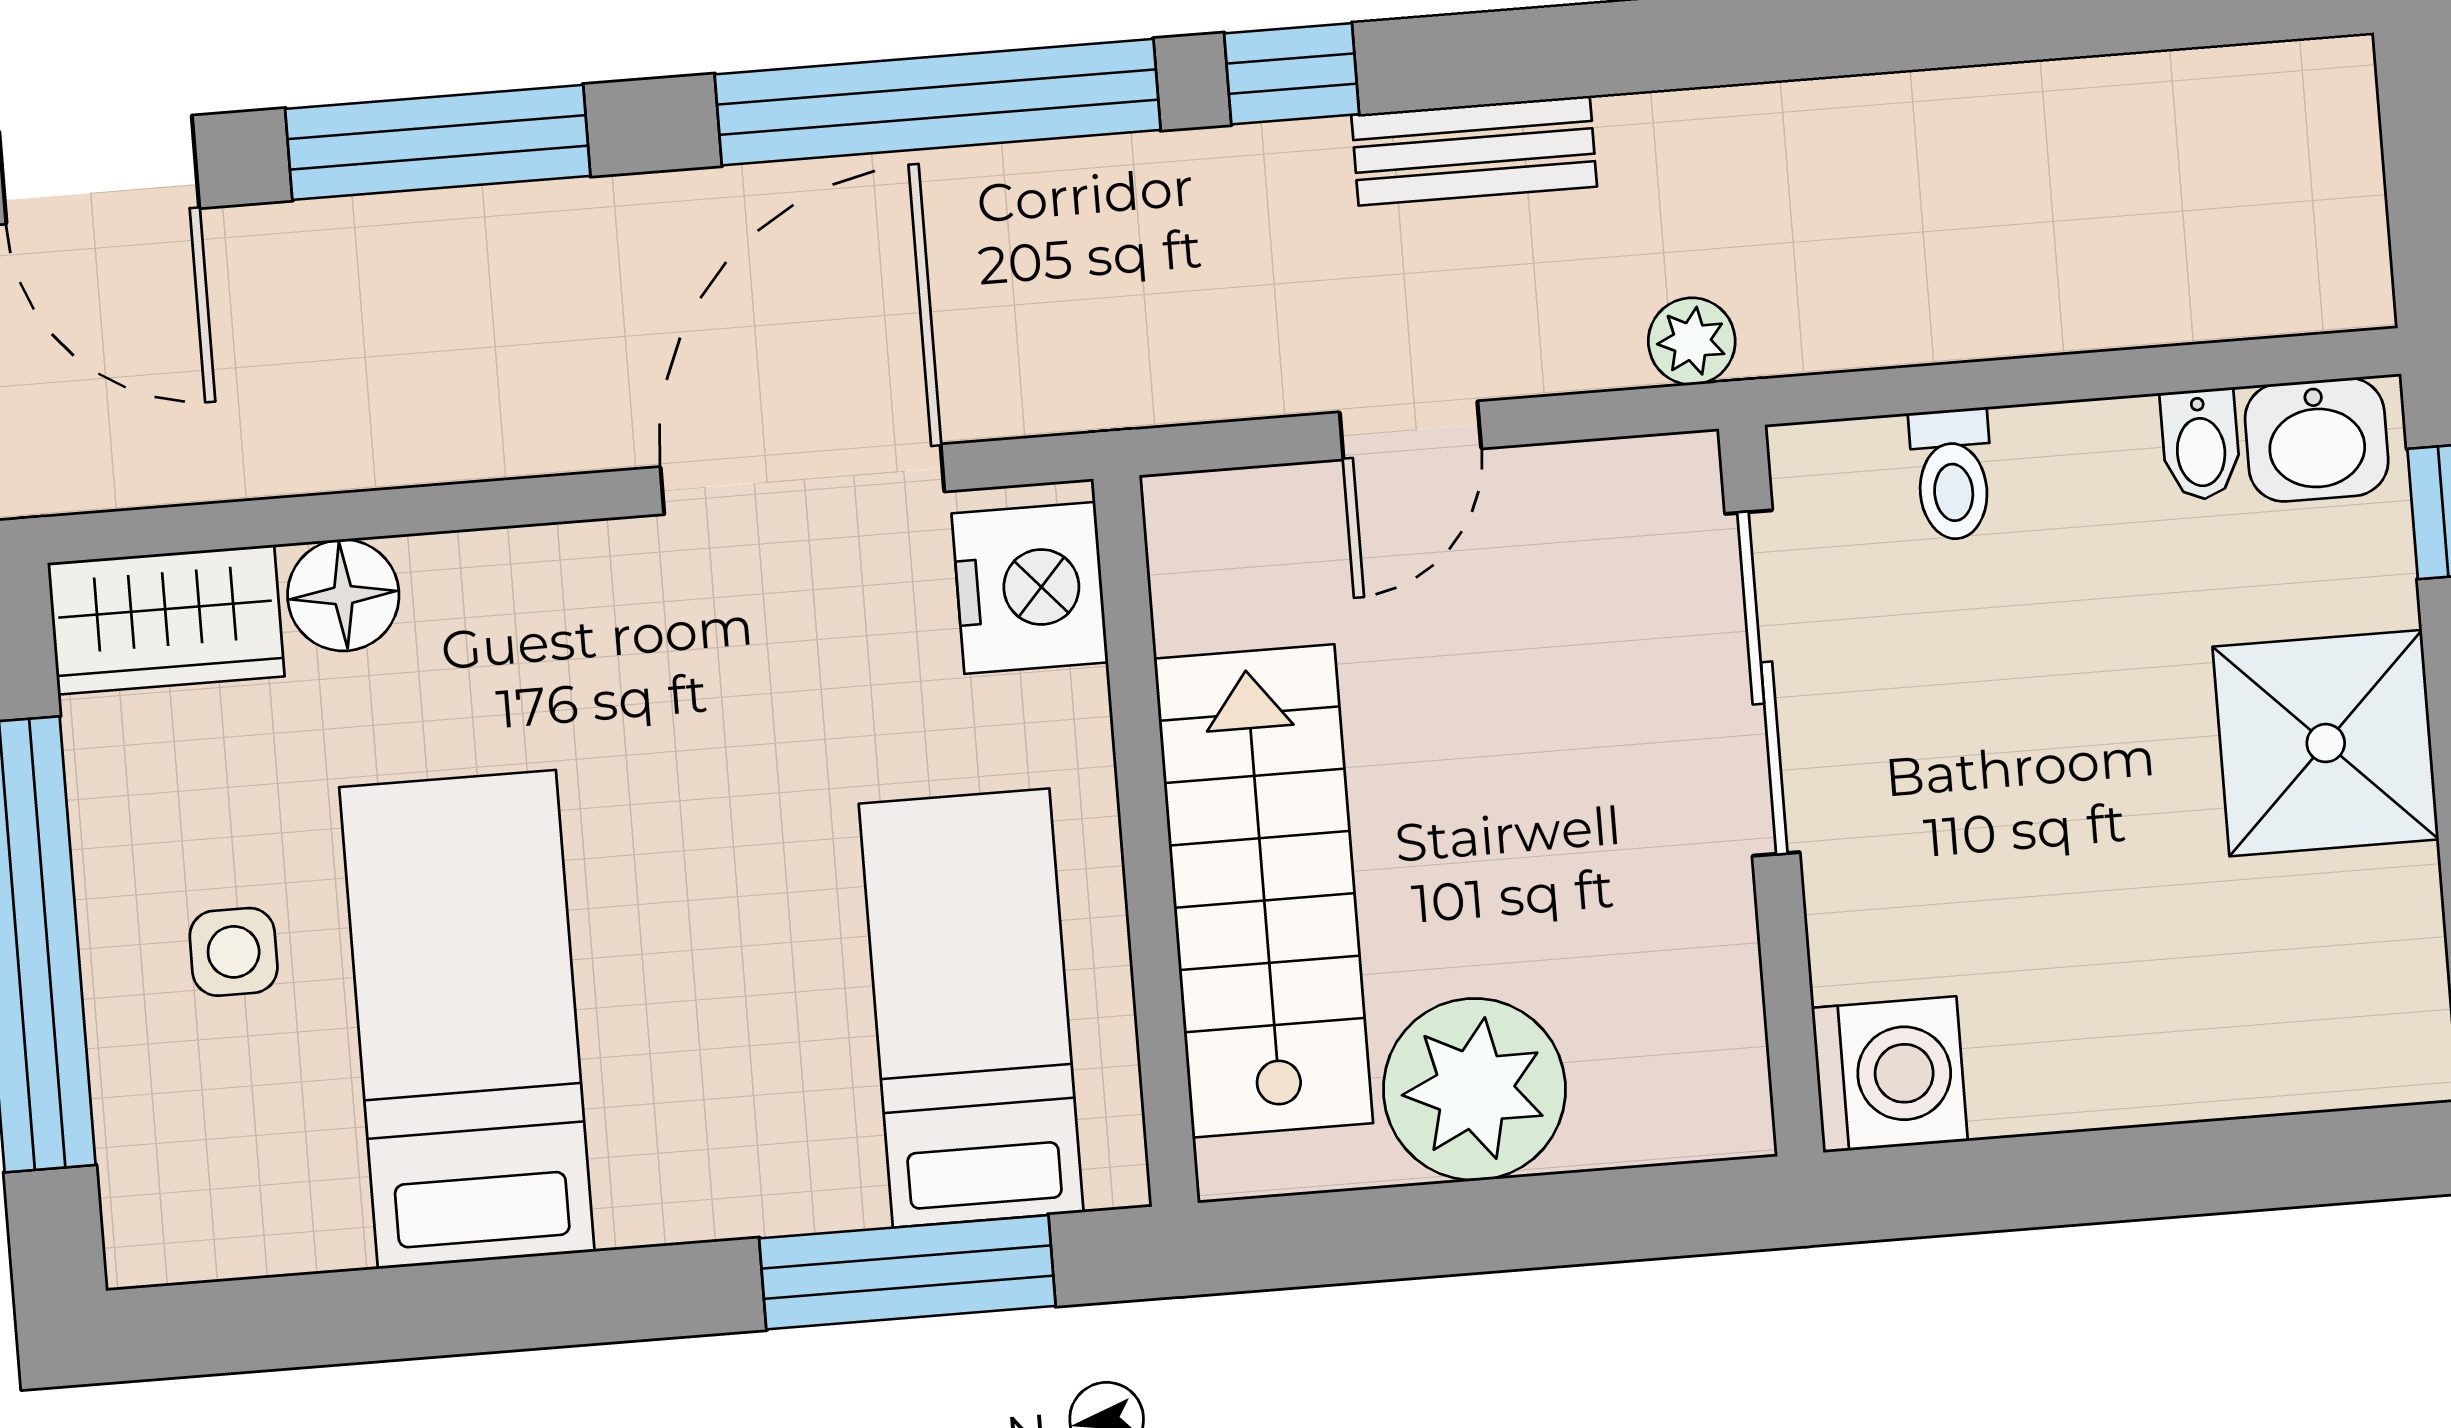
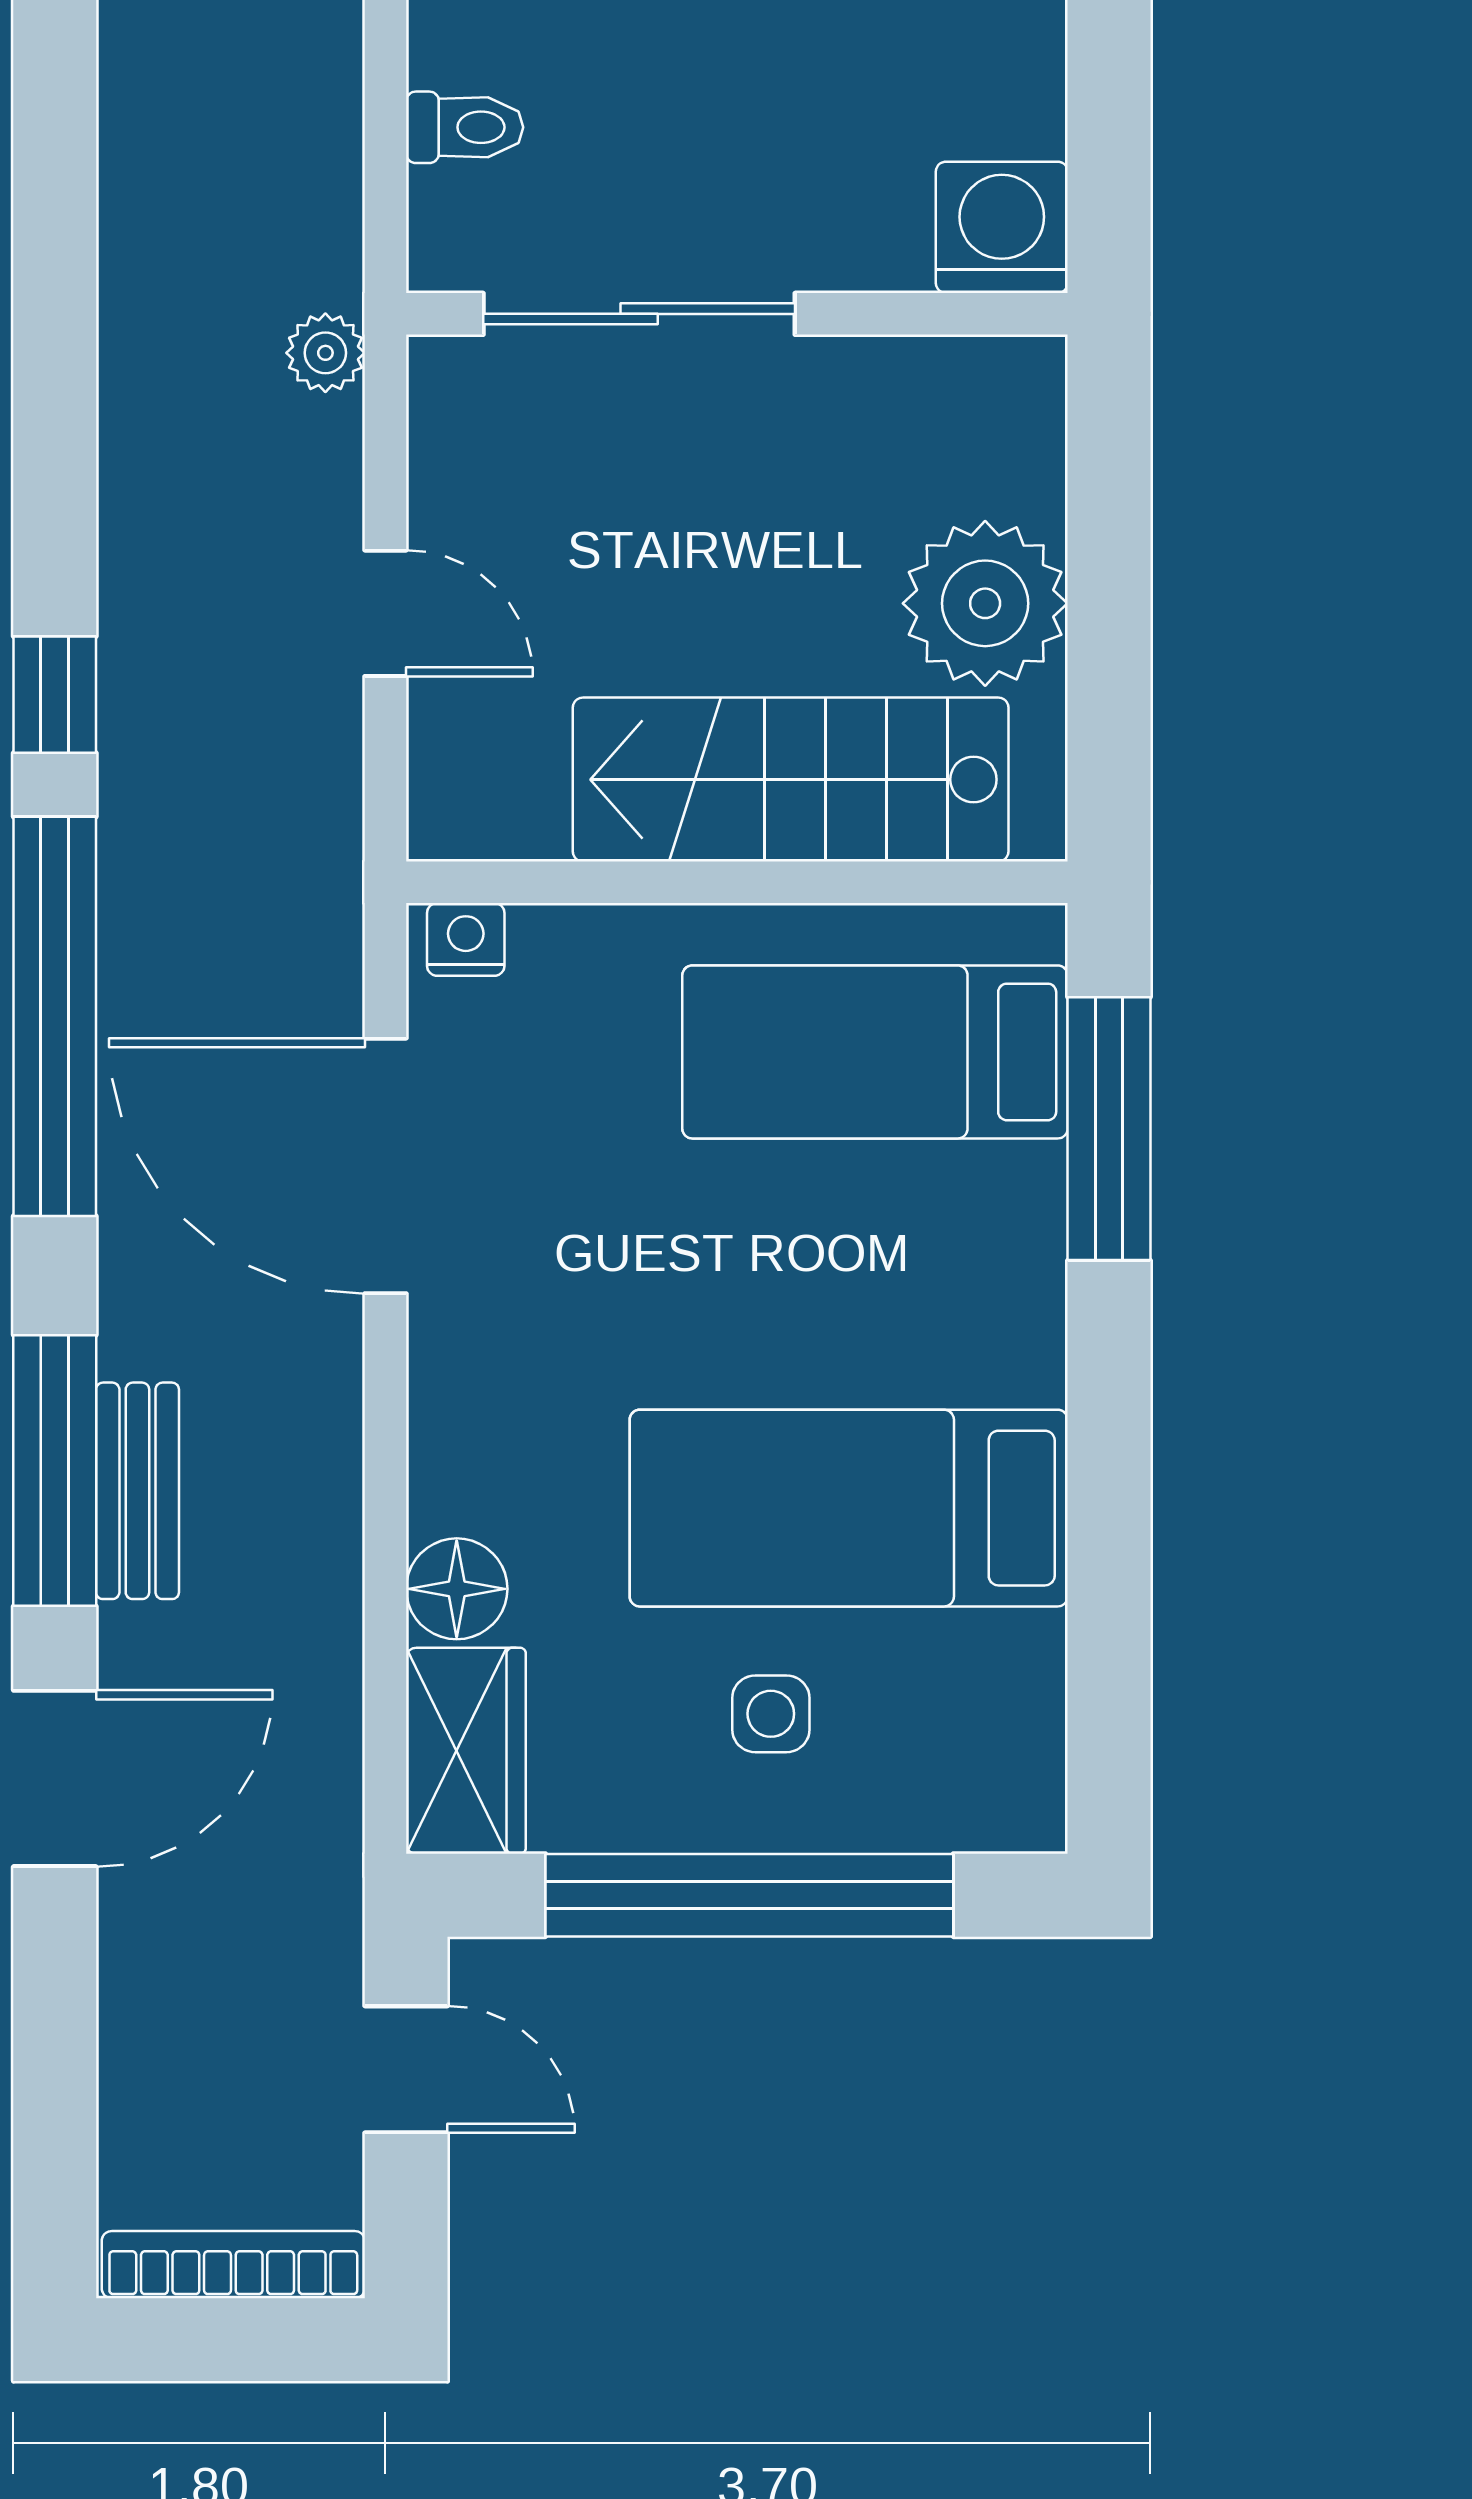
bench: (1474, 151) -> (137, 1491), moved
nightstand: (1030, 588) -> (466, 939), width x0.53, depth x0.56

